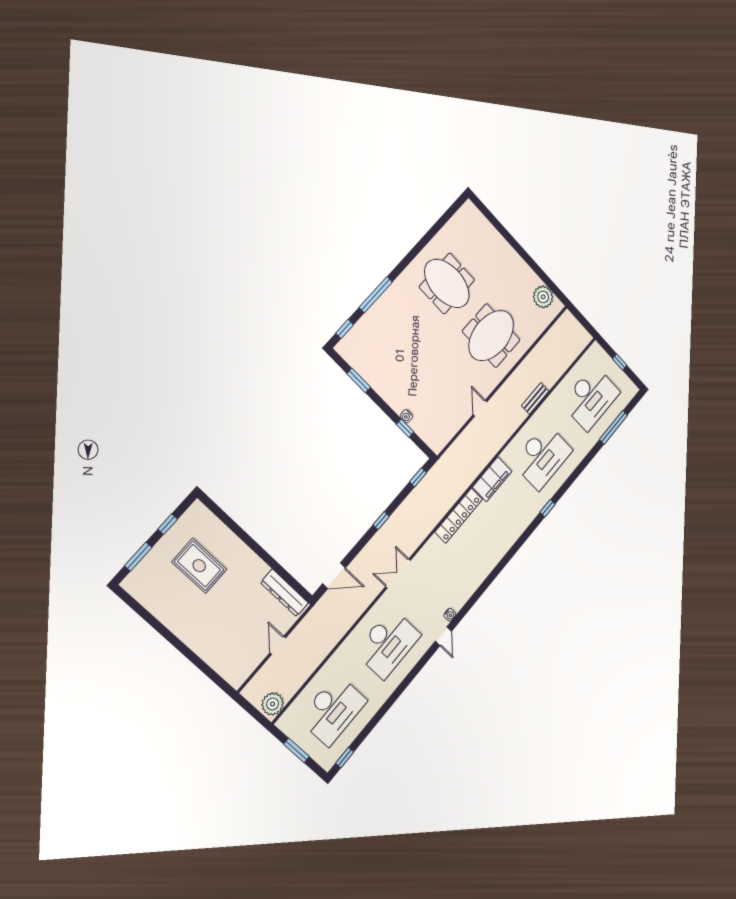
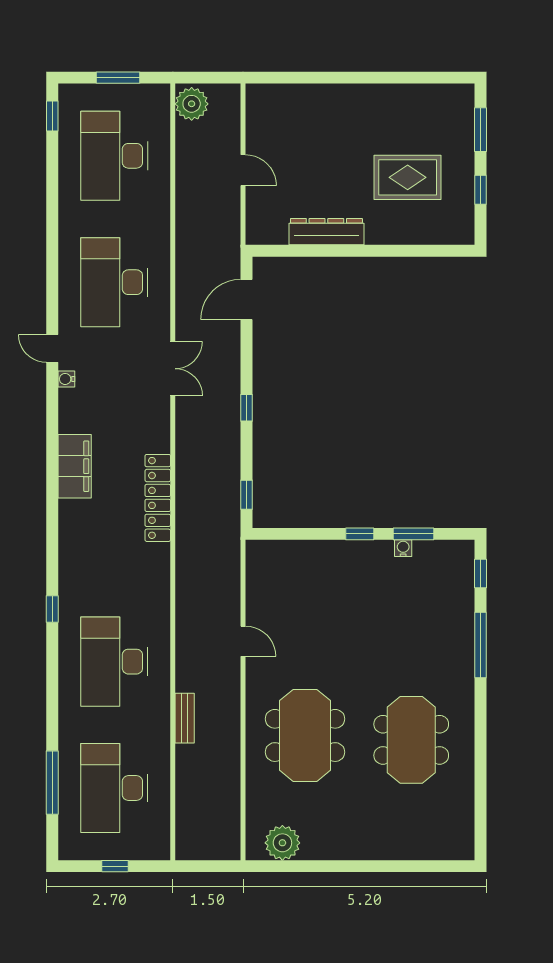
meeting table: (447, 283) -> (411, 740), turned 90
water cooler: (406, 416) -> (403, 548), moved
window: (405, 428) -> (360, 534), moved
filing cabinet: (492, 479) -> (75, 466), moved, turned 180
dresser: (284, 593) -> (326, 232), moved

